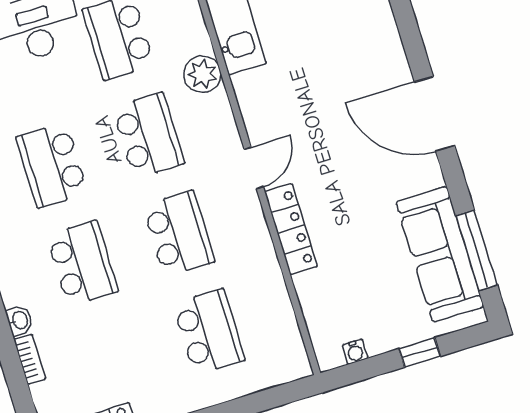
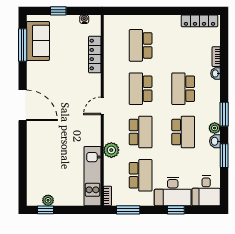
school desk: (148, 135) -> (141, 132), turned 180
locker: (291, 229) -> (95, 55), moved
sofa: (440, 254) -> (38, 41), width x0.73

